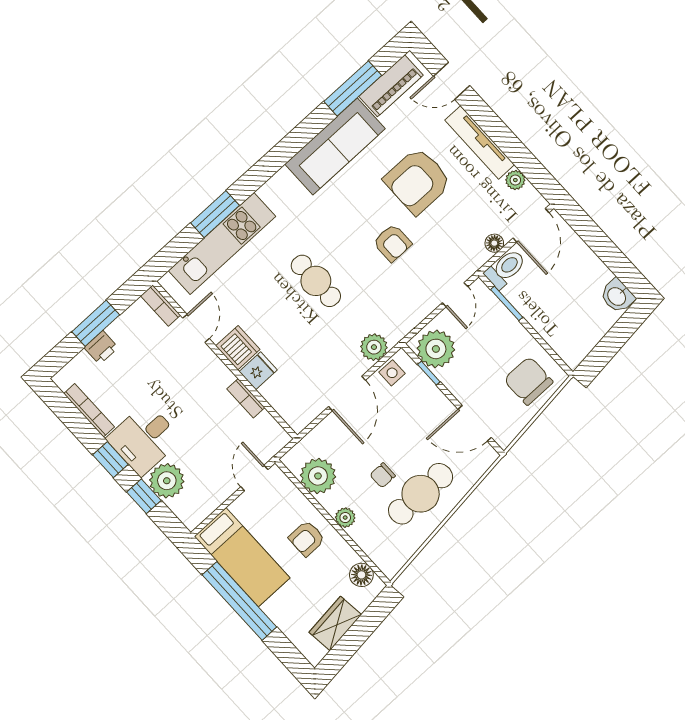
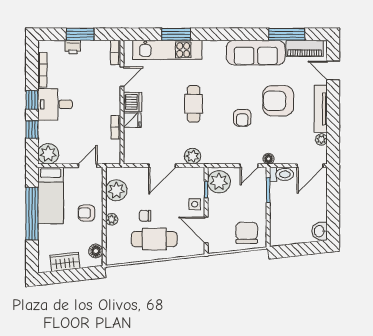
floor lamp: (494, 243) -> (269, 159), moved
side table: (392, 373) -> (195, 204), moved
plant: (167, 481) -> (48, 154), moved

